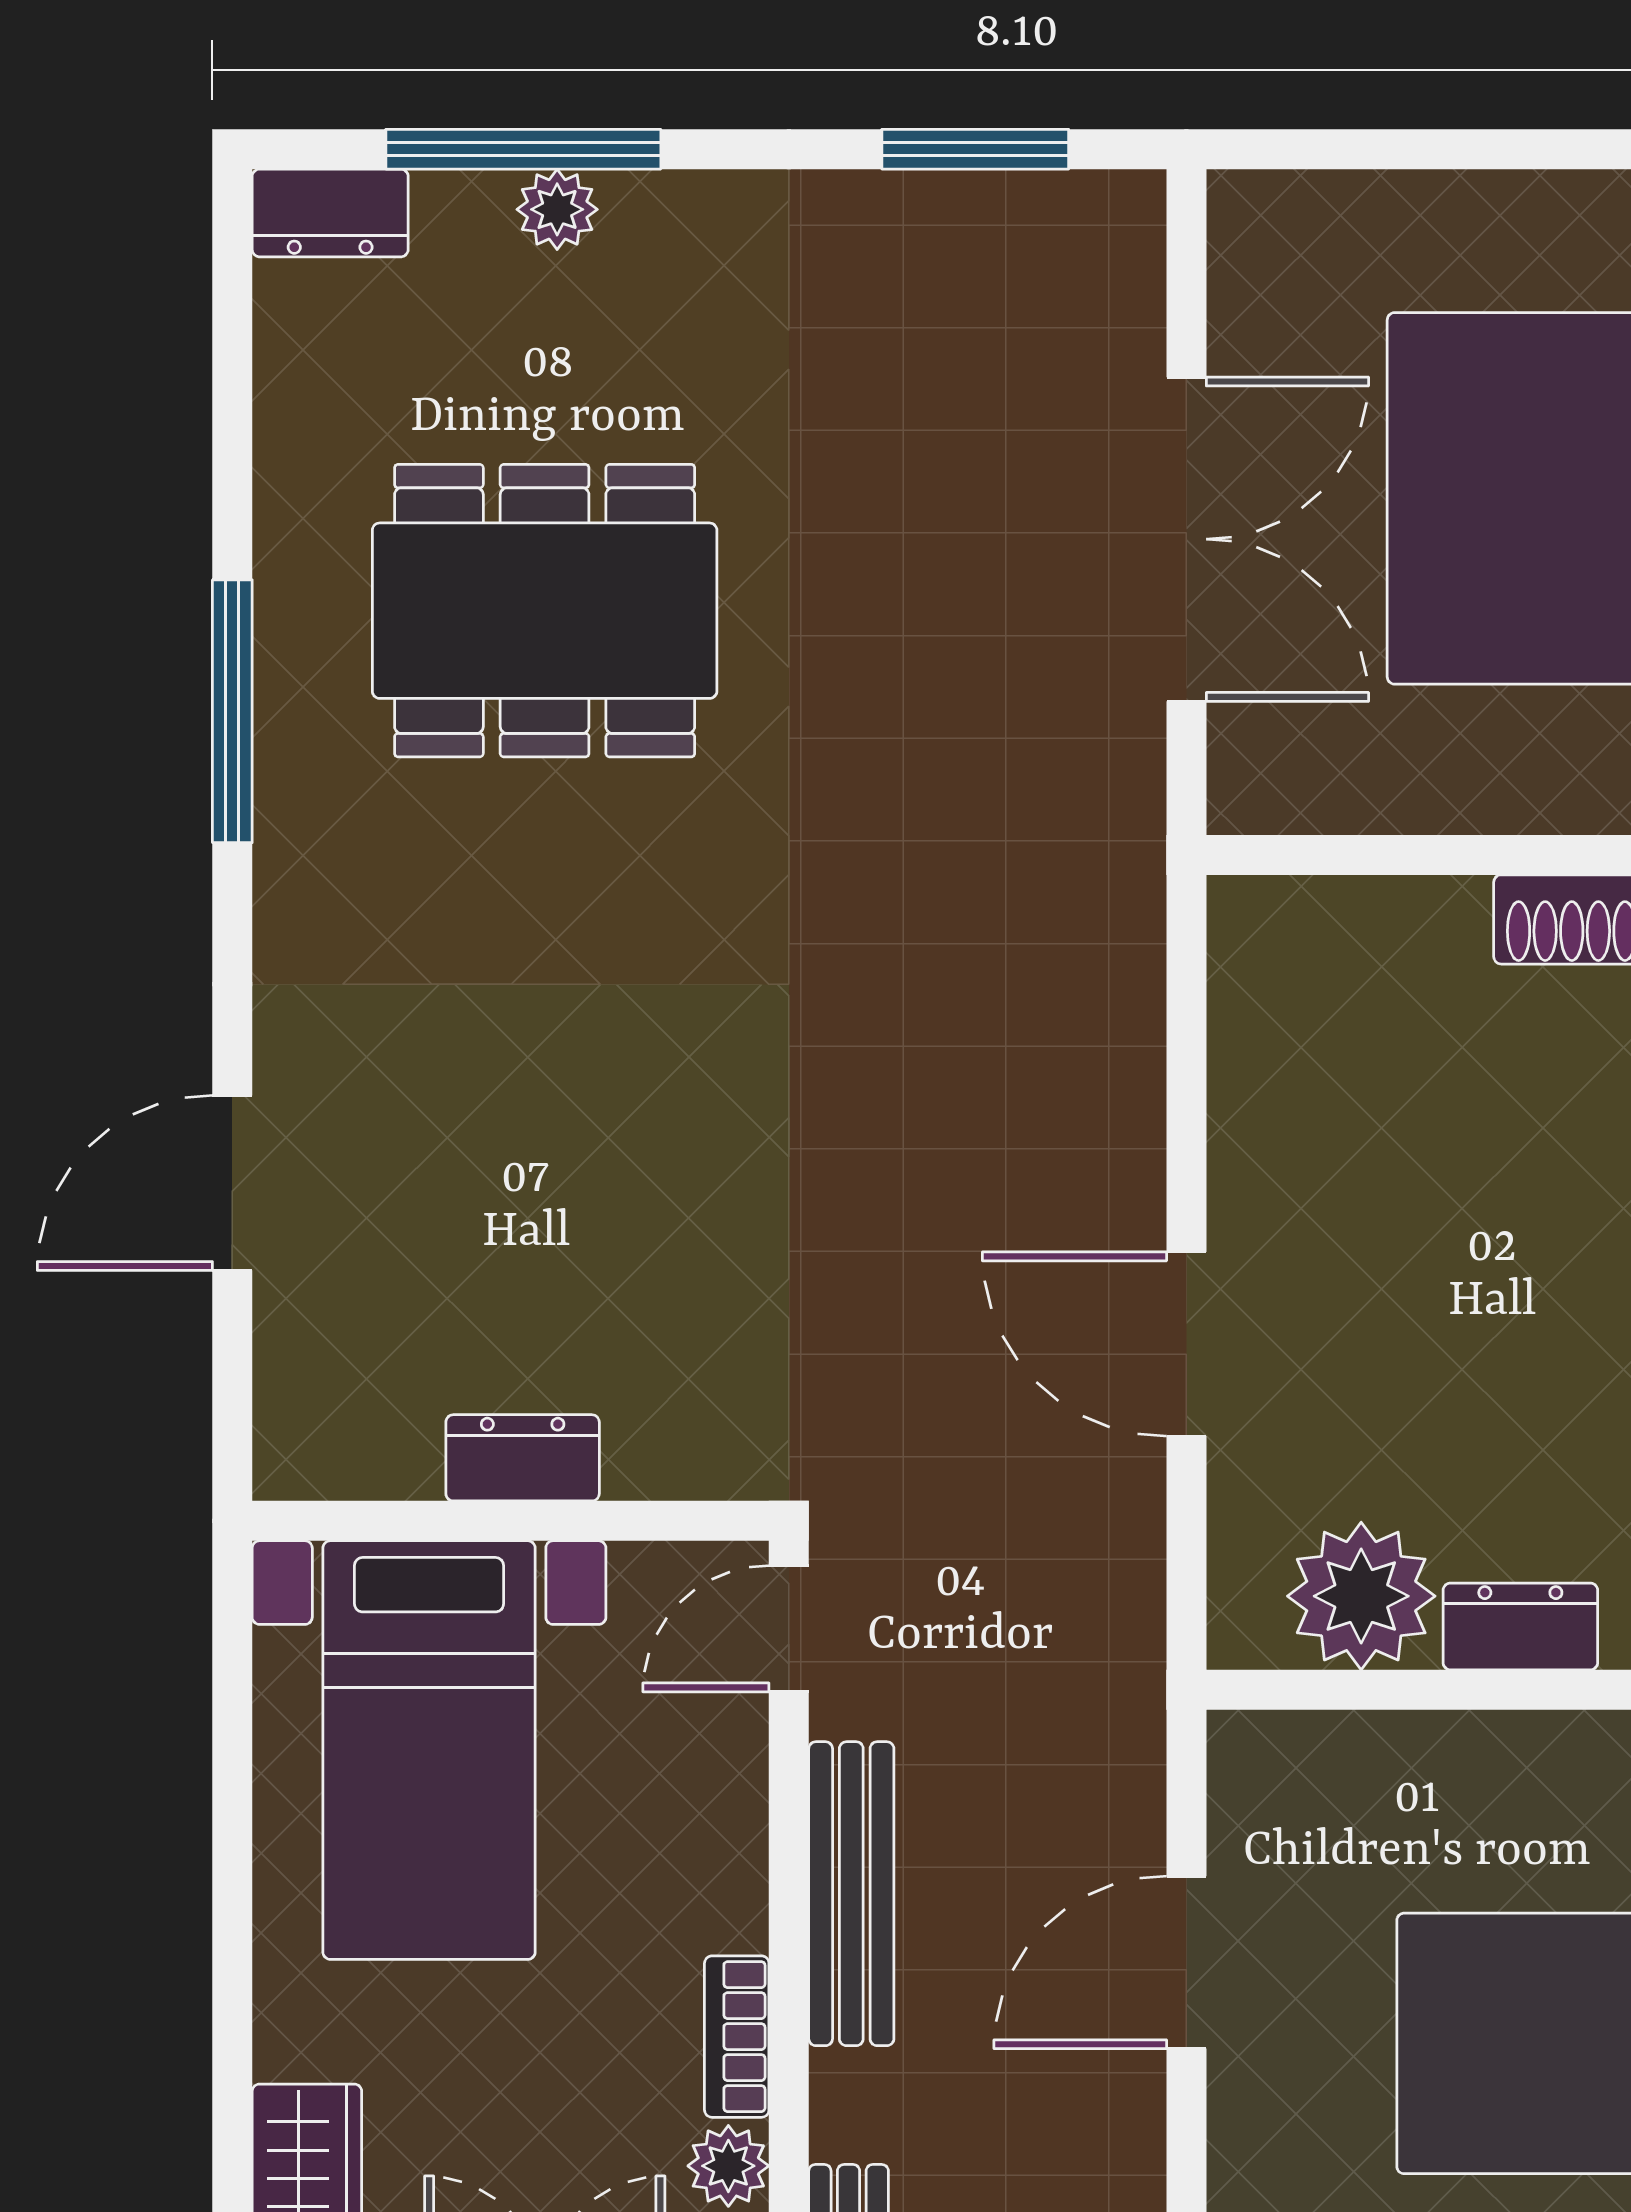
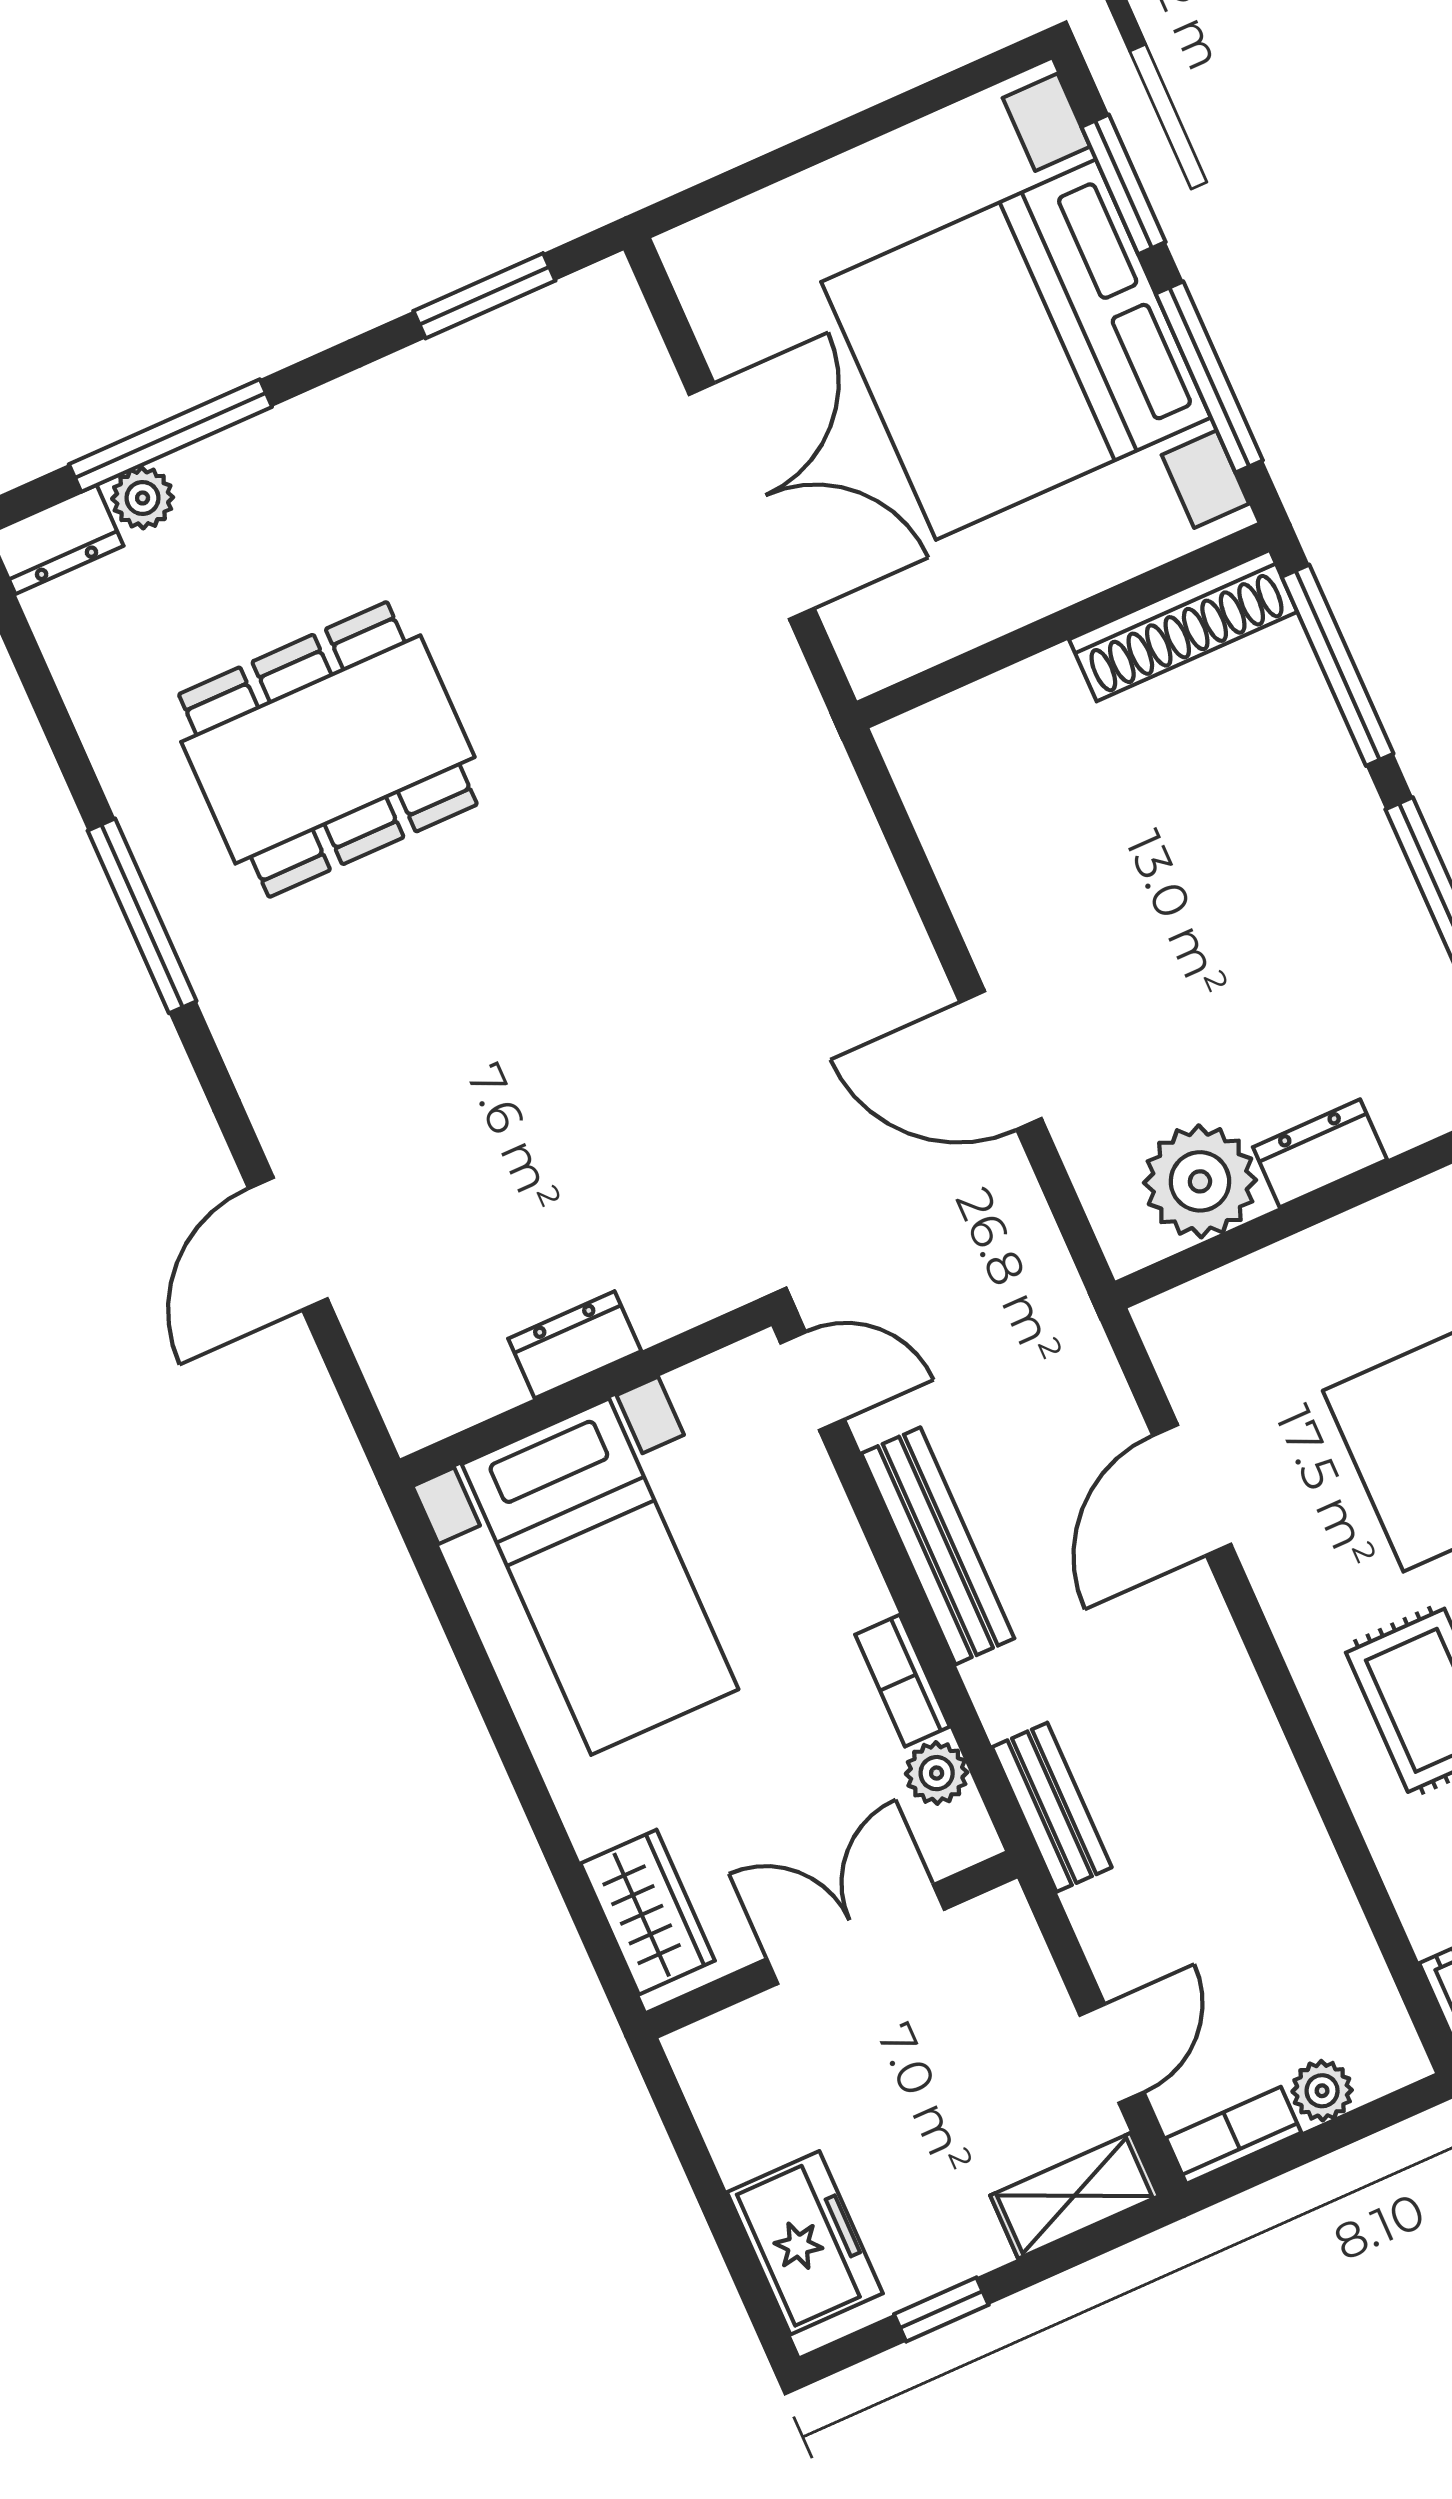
plant: (557, 209) -> (143, 498), moved
door: (789, 1629) -> (812, 1381), swing flipped

